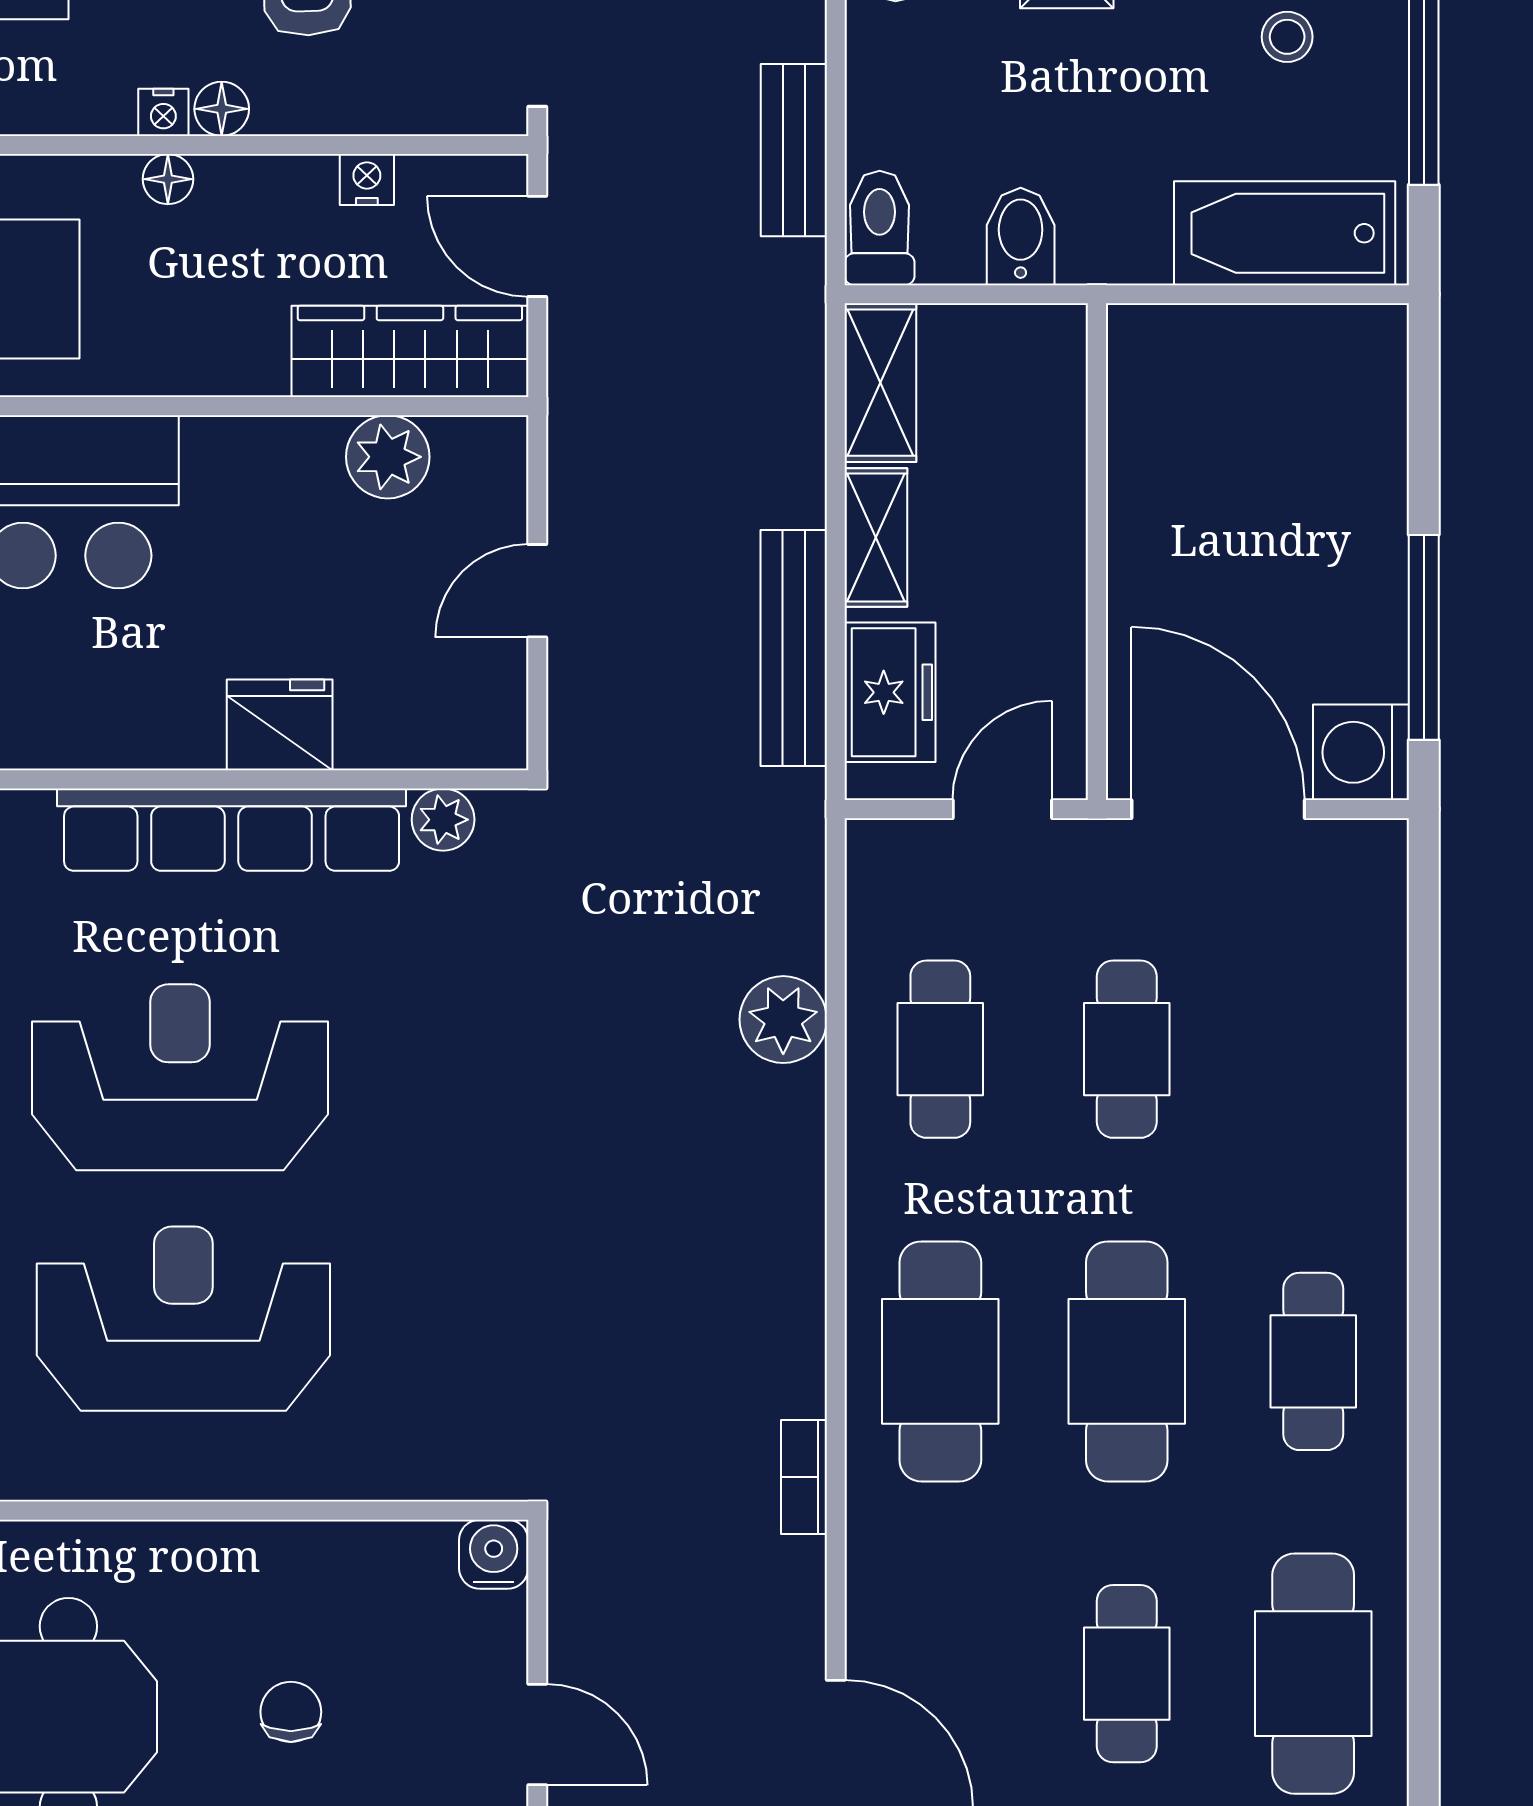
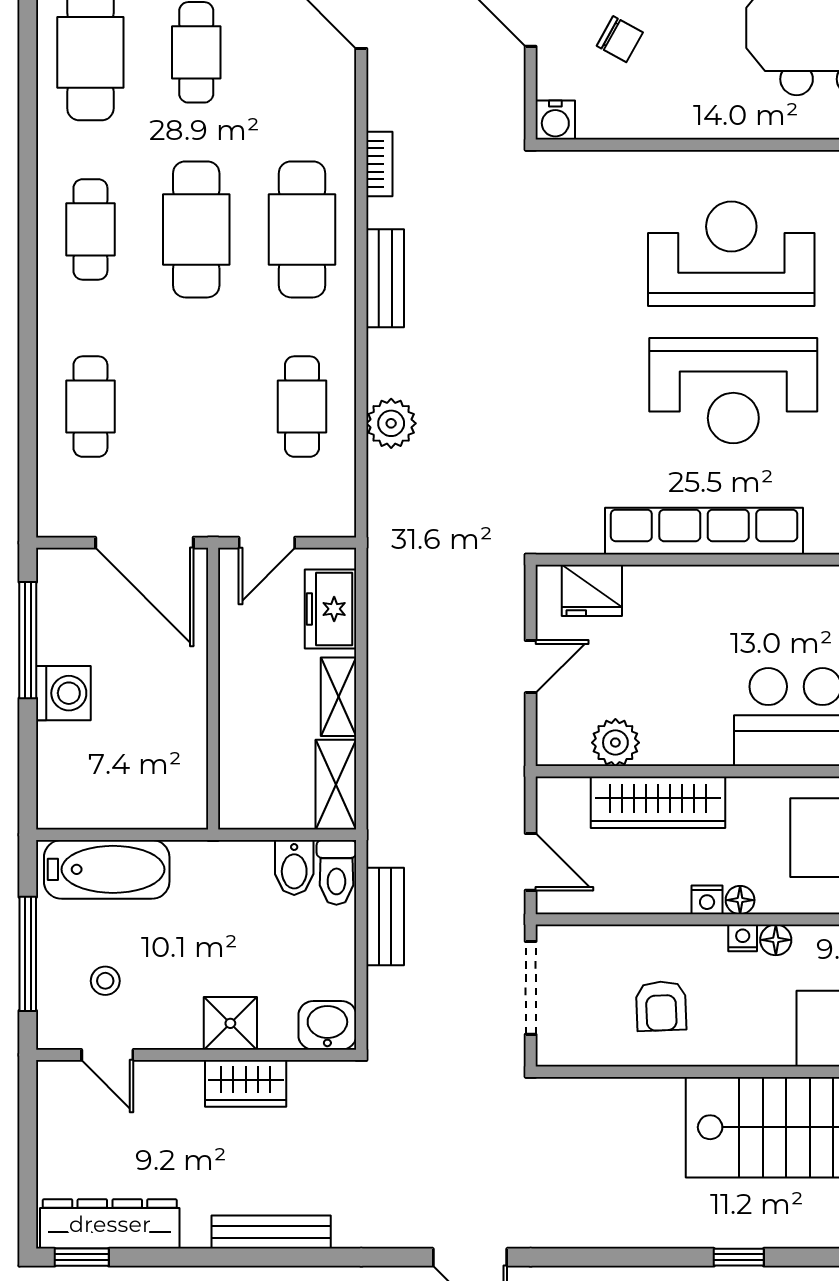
floor lamp: (222, 109) -> (776, 940), moved
nightstand: (367, 180) -> (707, 900), moved
bidet: (1021, 236) -> (294, 868), moved
wardrobe: (410, 351) -> (658, 802), moved
bench: (794, 648) -> (385, 278), moved, width x0.73
fridge: (280, 725) -> (592, 590), moved
washing machine: (1361, 752) -> (63, 693), moved
plant: (443, 820) -> (584, 537), removed
cafe table: (1127, 1049) -> (90, 407), moved
reception desk: (183, 1319) -> (731, 254), turned 180
chair: (291, 1712) -> (620, 39), moved, turned -61

